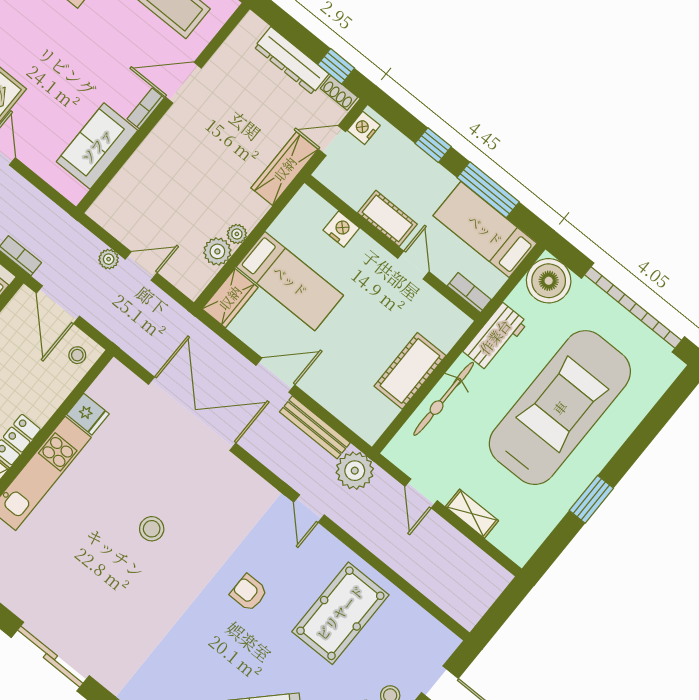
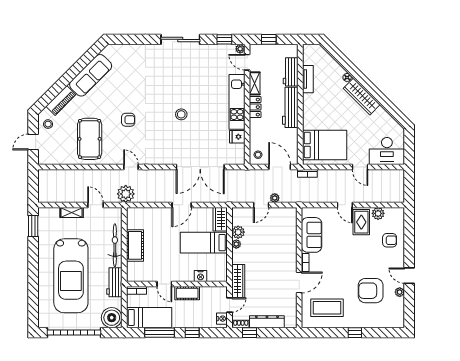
bench: (315, 427) -> (152, 198), removed
window: (591, 499) -> (33, 226), moved

